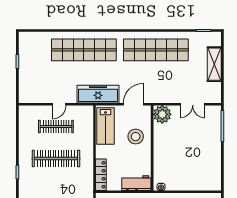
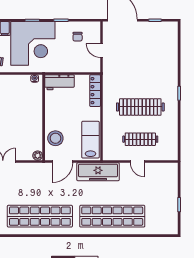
door: (59, 104) -> (137, 162), swing flipped
plant: (162, 114) -> (38, 156), width x0.53, depth x0.53
stool: (136, 137) -> (55, 138), moved

